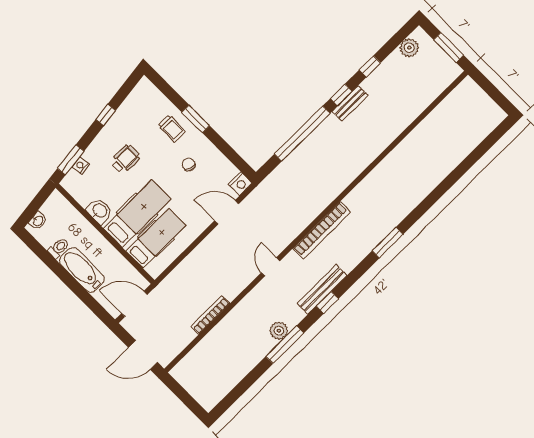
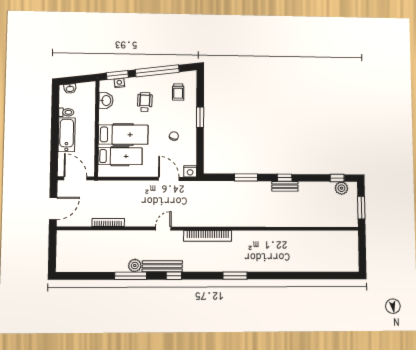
window: (370, 66) -> (337, 178), moved
window: (106, 115) -> (157, 71), width x3.17
trolley: (172, 128) -> (178, 92), moved
window: (302, 134) -> (246, 177), width x0.47
wheelchair: (125, 159) -> (145, 102), turned -88
washbasin: (99, 211) -> (106, 101), moved
bench: (322, 289) -> (162, 266), moved
door: (143, 355) -> (53, 208), swing flipped

